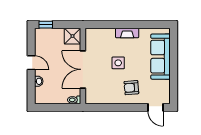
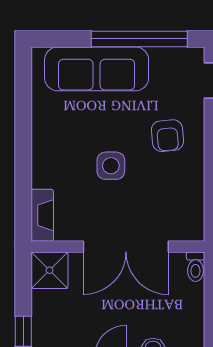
fireplace: (127, 33) -> (42, 215), moved
window: (174, 75) -> (139, 39), added

